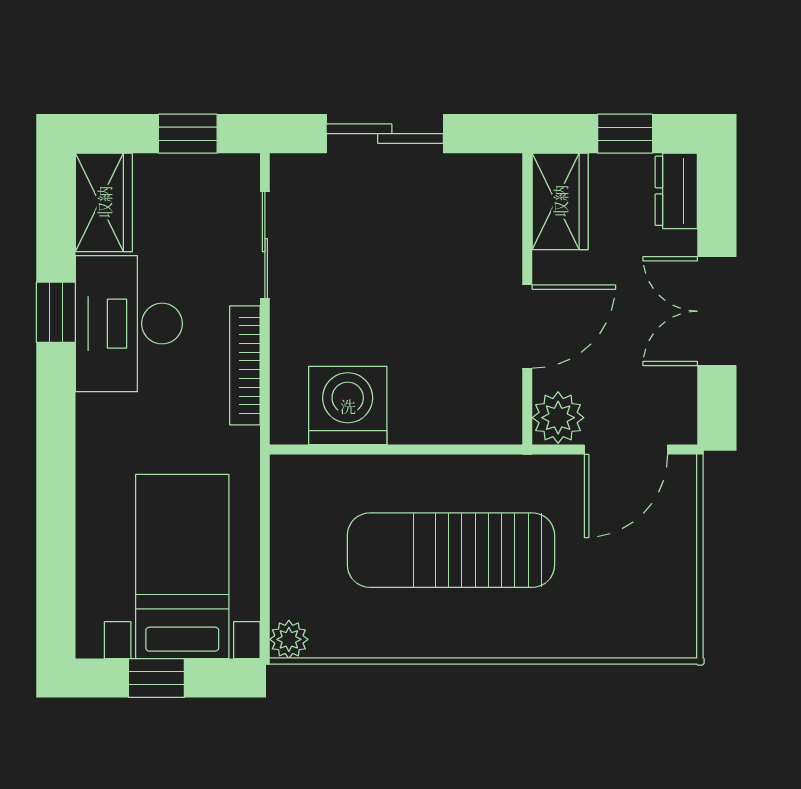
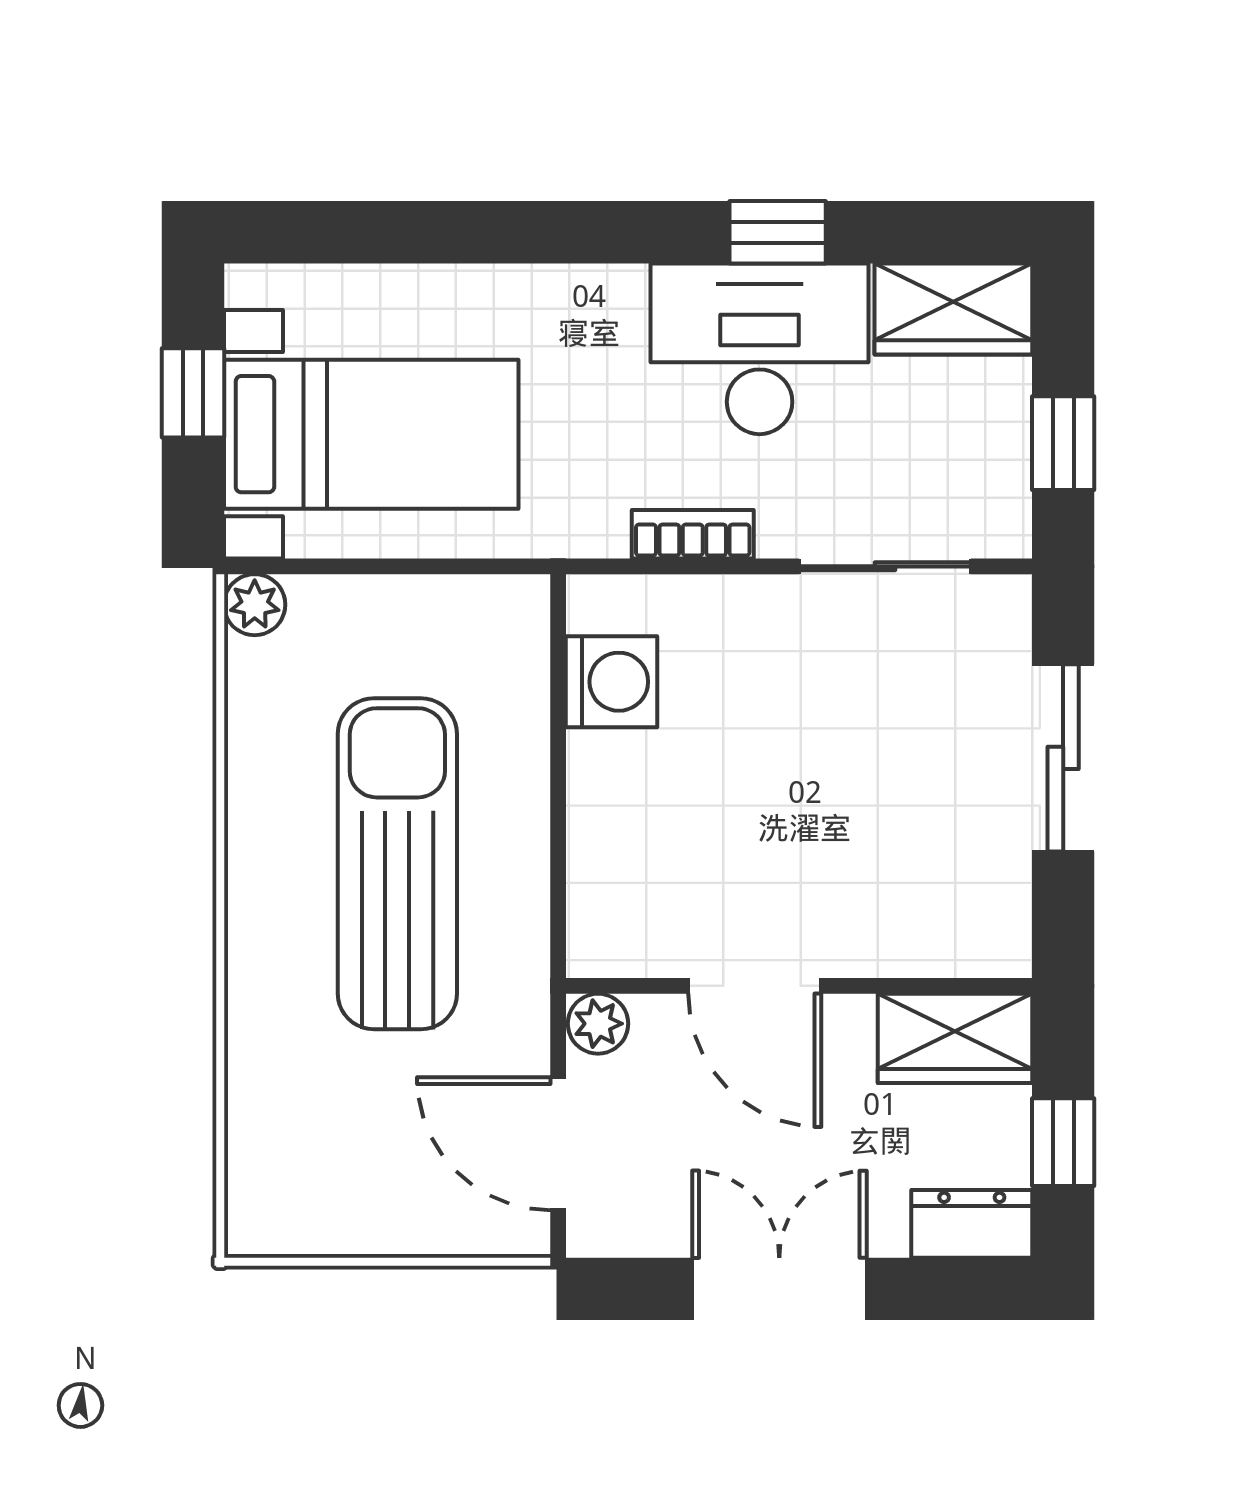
bookcase: (245, 365) -> (693, 534), width x0.64
washing machine: (348, 406) -> (611, 682), width x0.73, depth x0.73
plant: (558, 418) -> (598, 1024), width x0.73, depth x0.73

